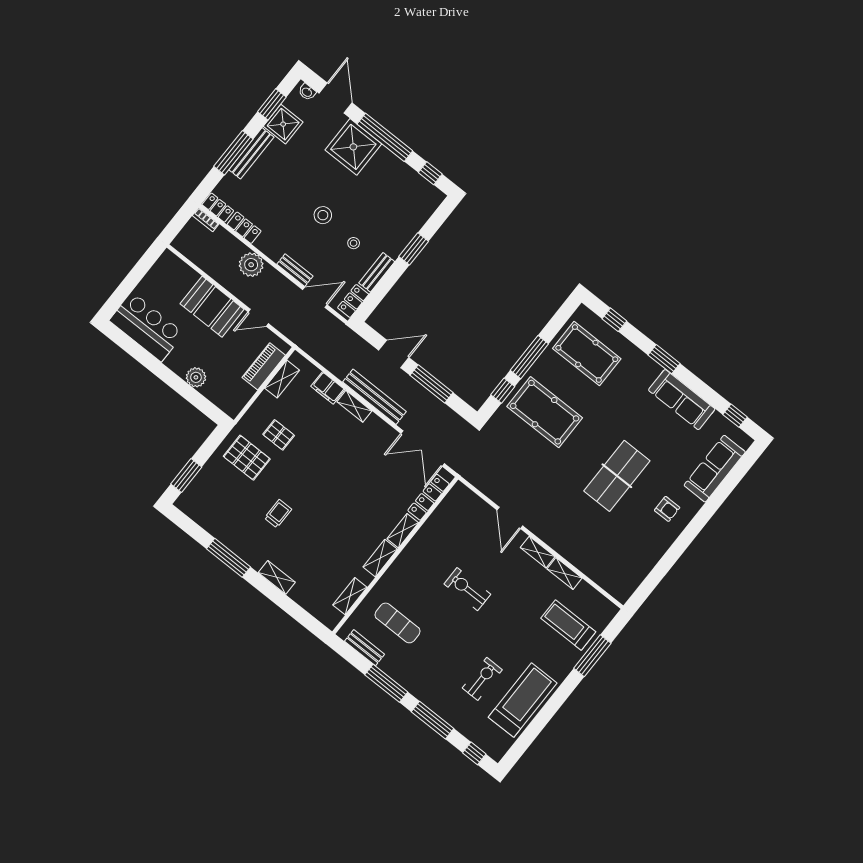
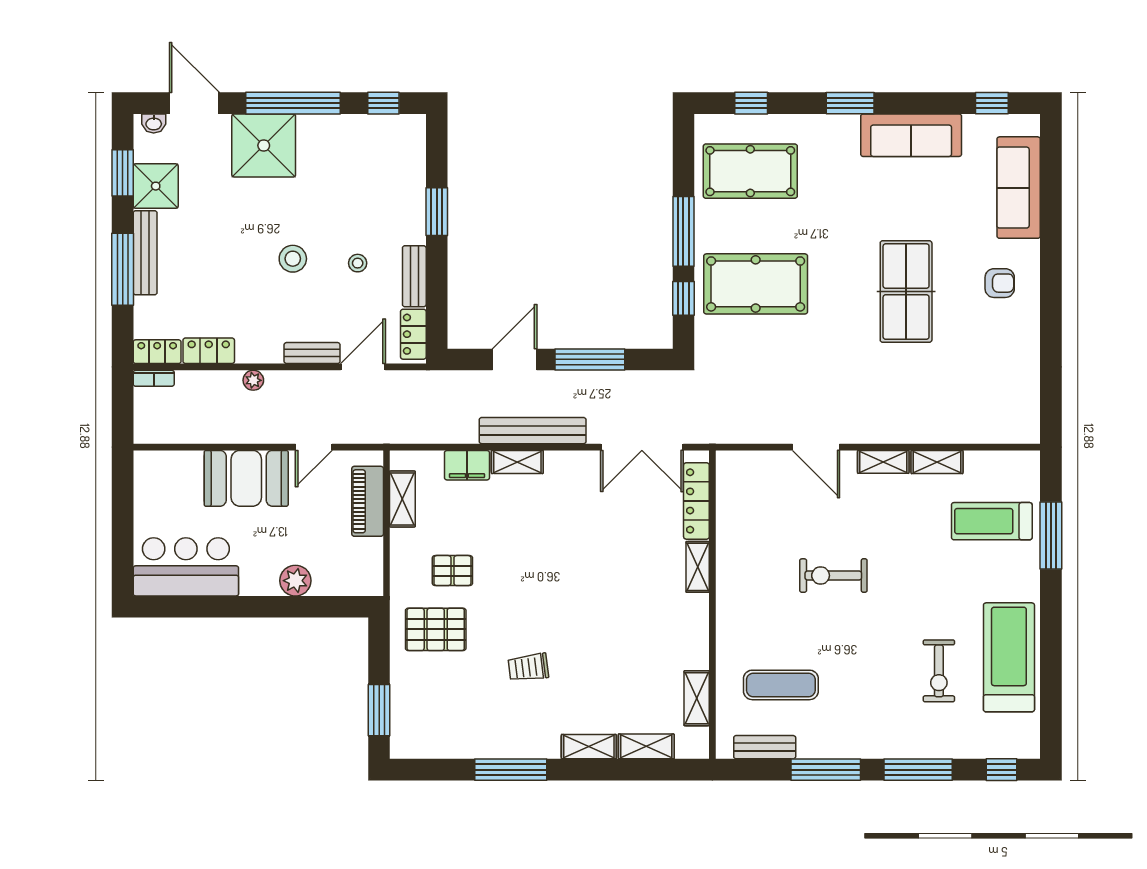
plant: (251, 265) -> (253, 380), width x0.53, depth x0.53
trolley: (278, 514) -> (528, 667), turned -97
shelving: (380, 558) -> (646, 746), moved, turned 90
exercise bike: (482, 679) -> (939, 671), turned 180

